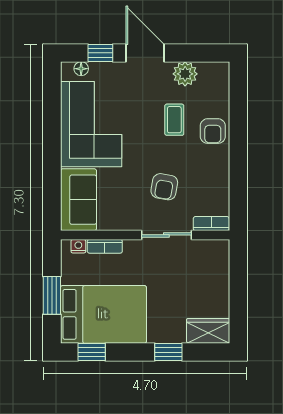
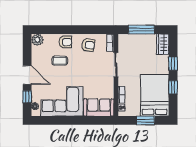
door: (145, 53) -> (27, 75), swing flipped
plant: (185, 74) -> (37, 40), moved
armchair: (164, 187) -> (88, 45), moved
window: (238, 287) -> (141, 30), added
window: (92, 352) -> (173, 87), moved

